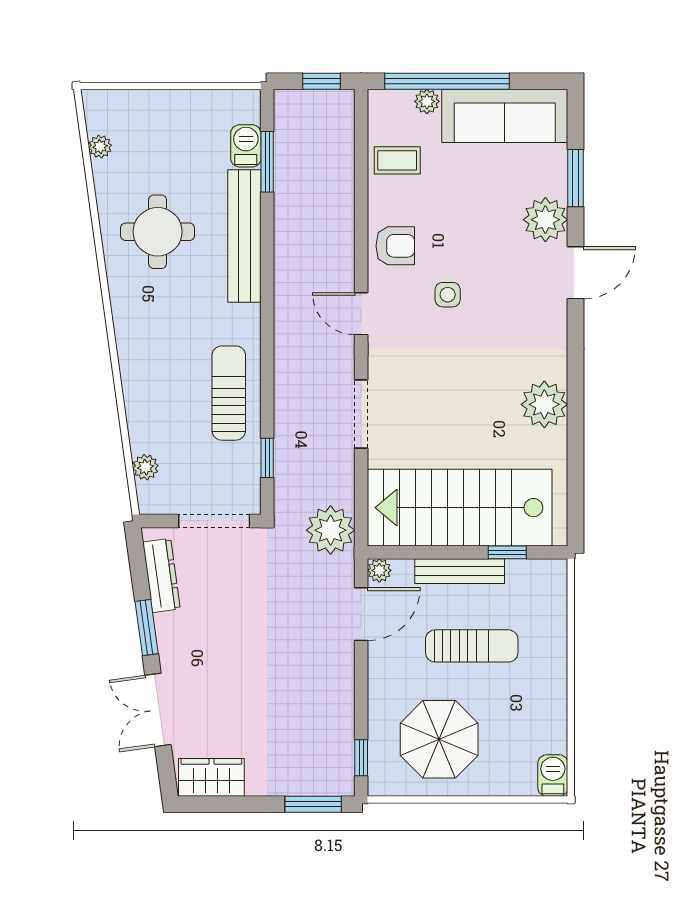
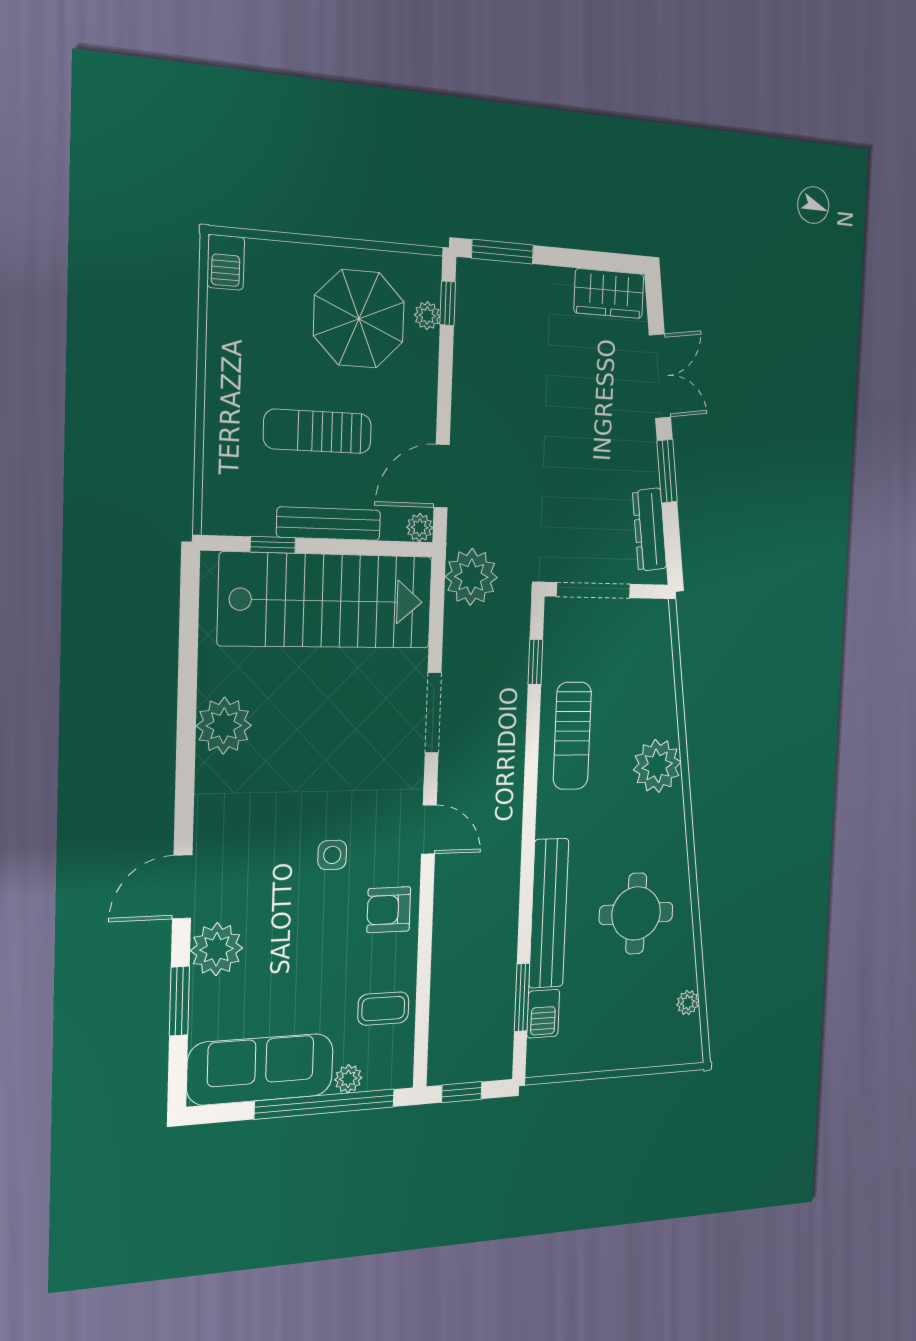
plant: (146, 467) -> (657, 766), moved, width x1.88, depth x1.88
plant: (379, 746) -> (427, 316), added

